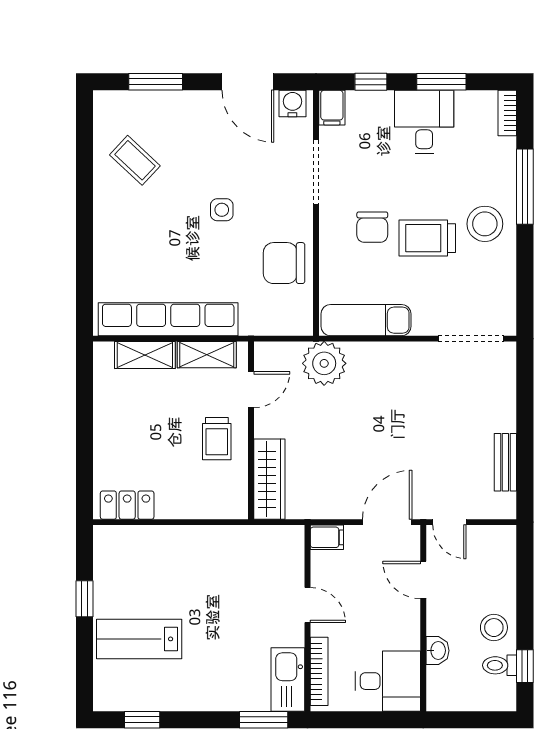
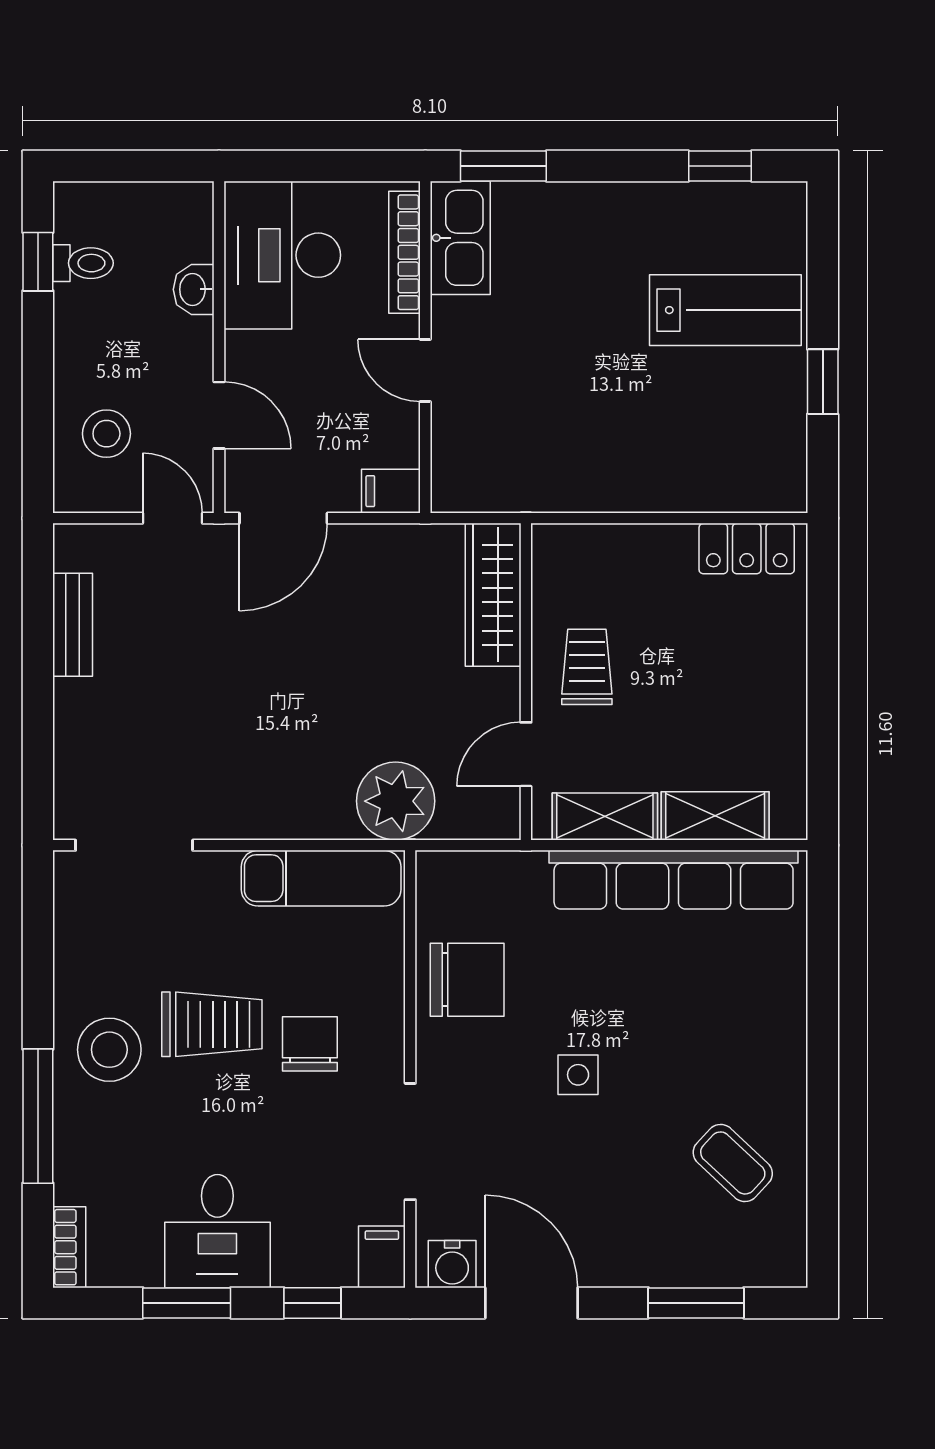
stool: (494, 628) -> (106, 434), moved
desk: (388, 681) -> (282, 255), width x1.37

